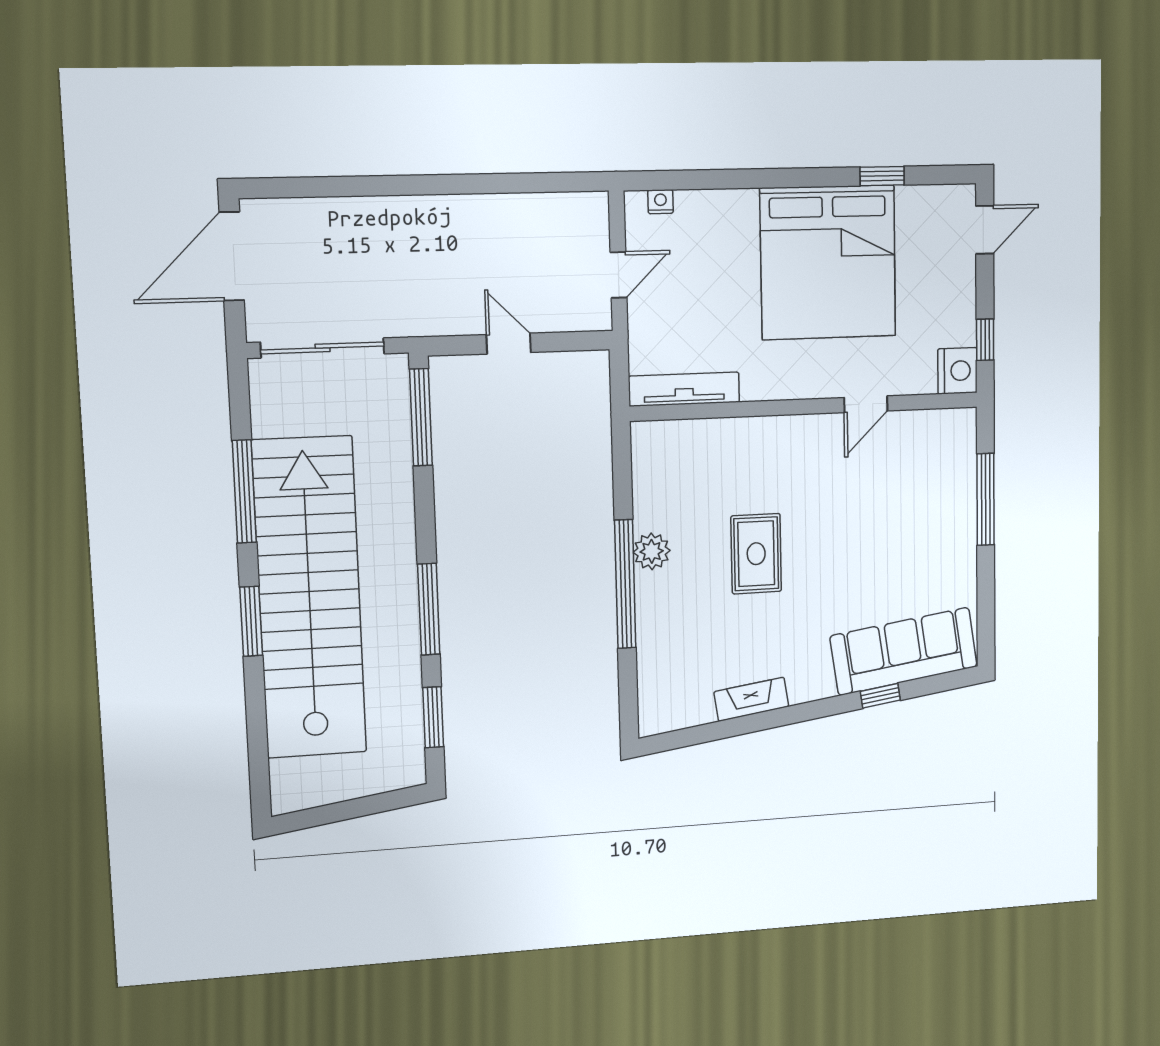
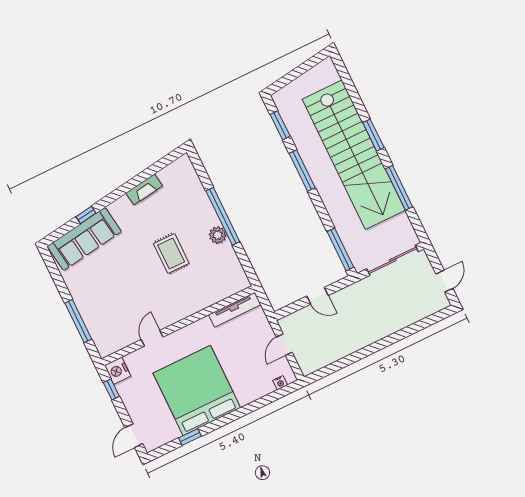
door: (232, 256) -> (444, 281), width x0.53

